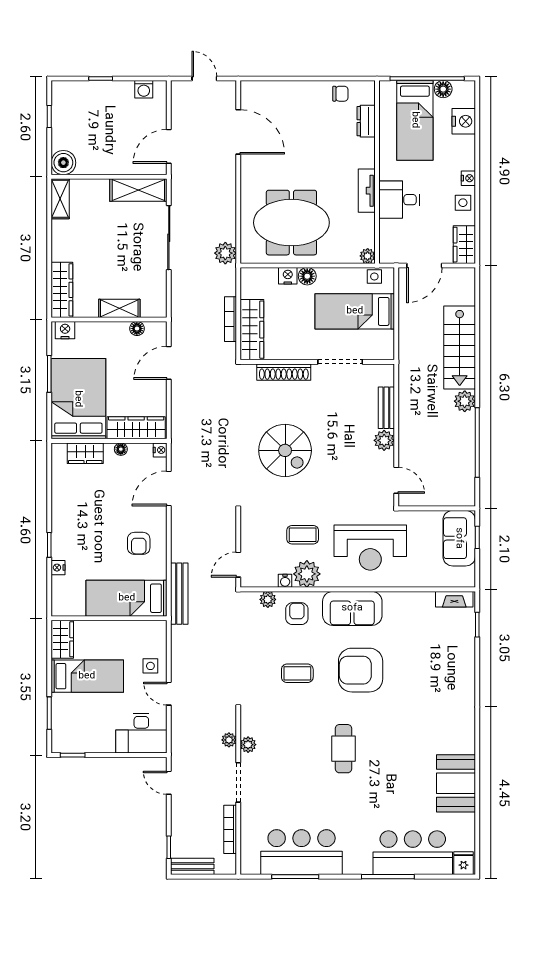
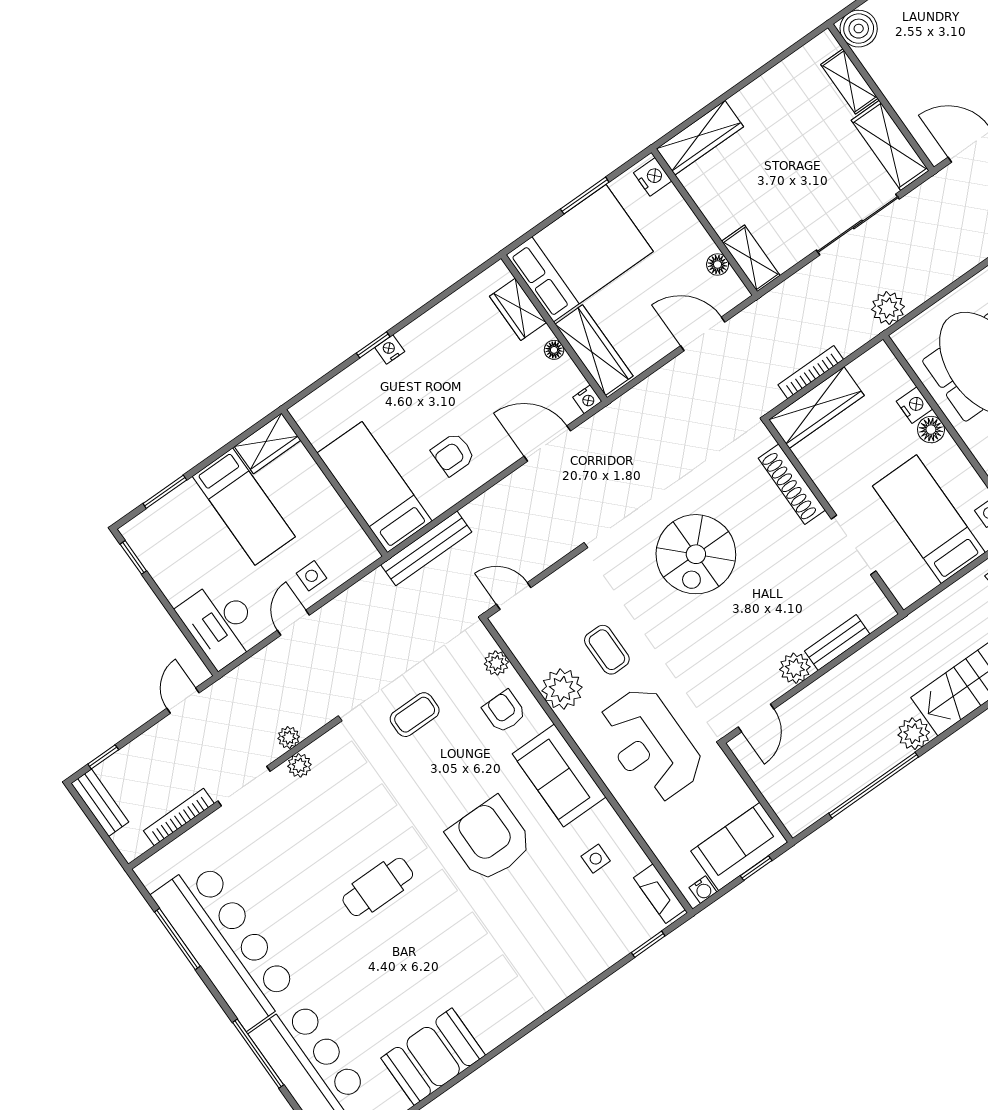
shelving: (60, 199) -> (849, 81), moved, turned 90
shelving: (119, 308) -> (751, 258), moved
nightstand: (58, 568) -> (390, 349), moved
water cooler: (285, 581) -> (703, 890), moved, turned -90
armchair: (297, 614) -> (504, 711), turned -90
side table: (411, 620) -> (596, 859), added
coffee table: (297, 673) -> (415, 715), moved, turned 90
bar counter: (302, 852) -> (226, 944), width x1.36

